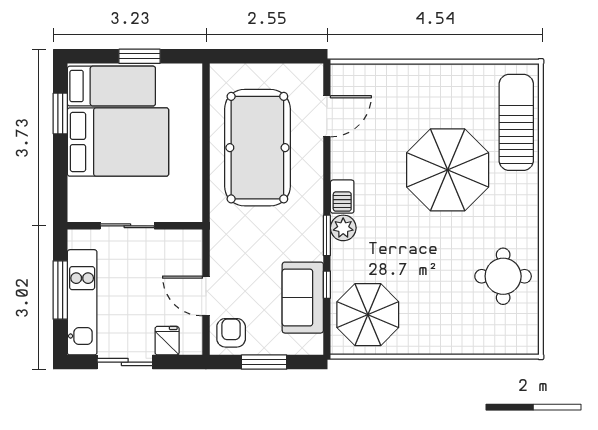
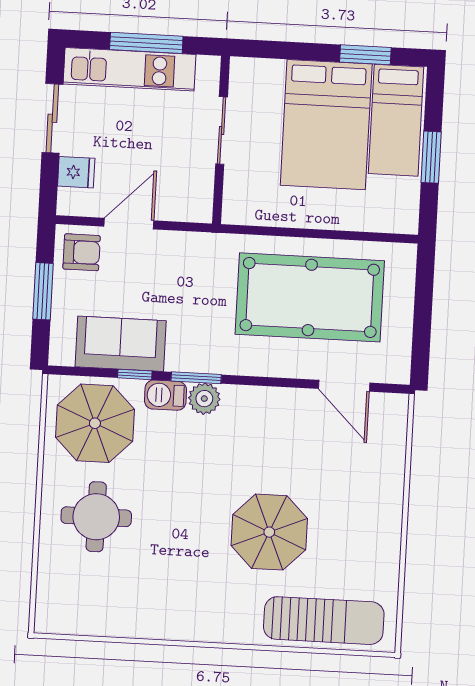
parasol: (448, 170) -> (269, 532), width x0.73, depth x0.73
barbecue: (342, 197) -> (165, 395), moved
round table: (503, 276) -> (96, 517), moved

